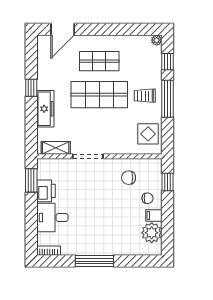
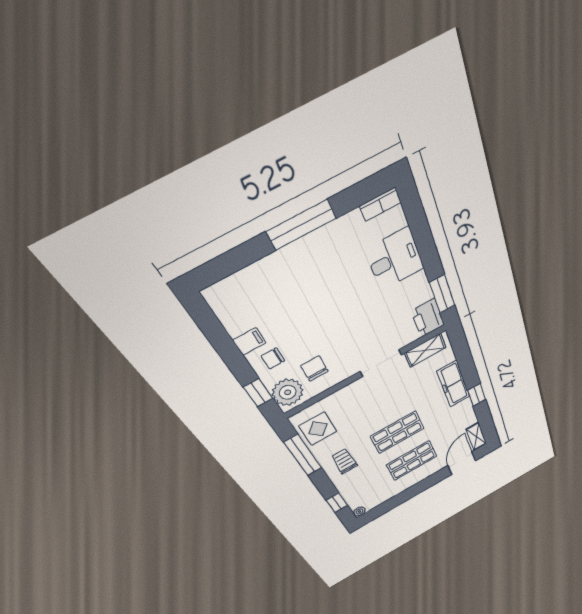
shelving: (43, 48) -> (476, 436), added
shop shelf: (99, 95) -> (397, 432), width x0.70, depth x0.74
trolley: (145, 96) -> (344, 461), turned -90
window: (167, 99) -> (303, 455), moved
chair: (129, 178) -> (314, 369), turned -90
printer: (46, 191) -> (428, 318), moved
plant: (152, 233) -> (288, 392), moved

